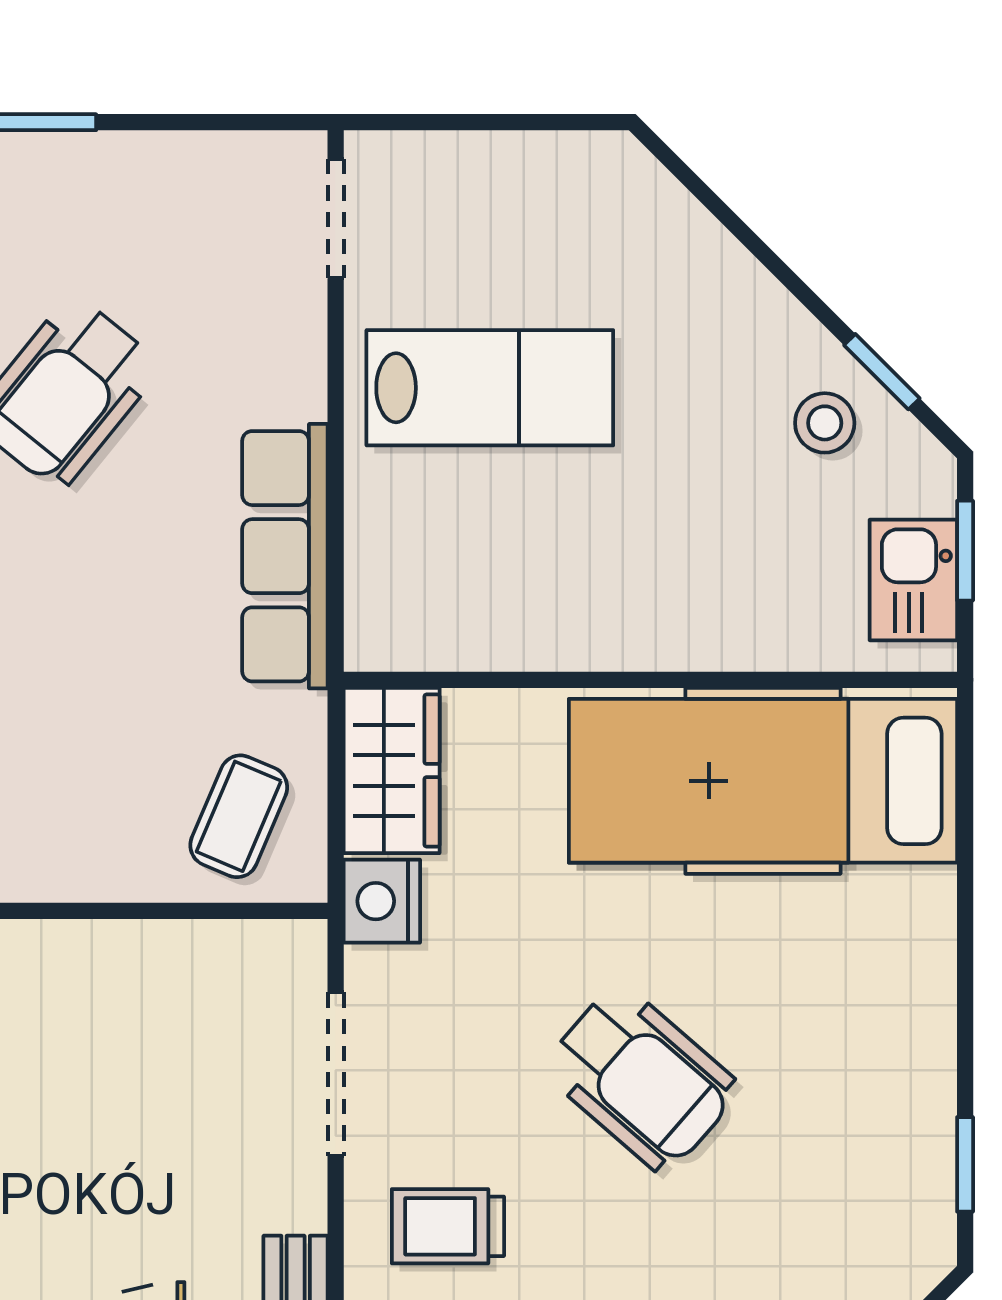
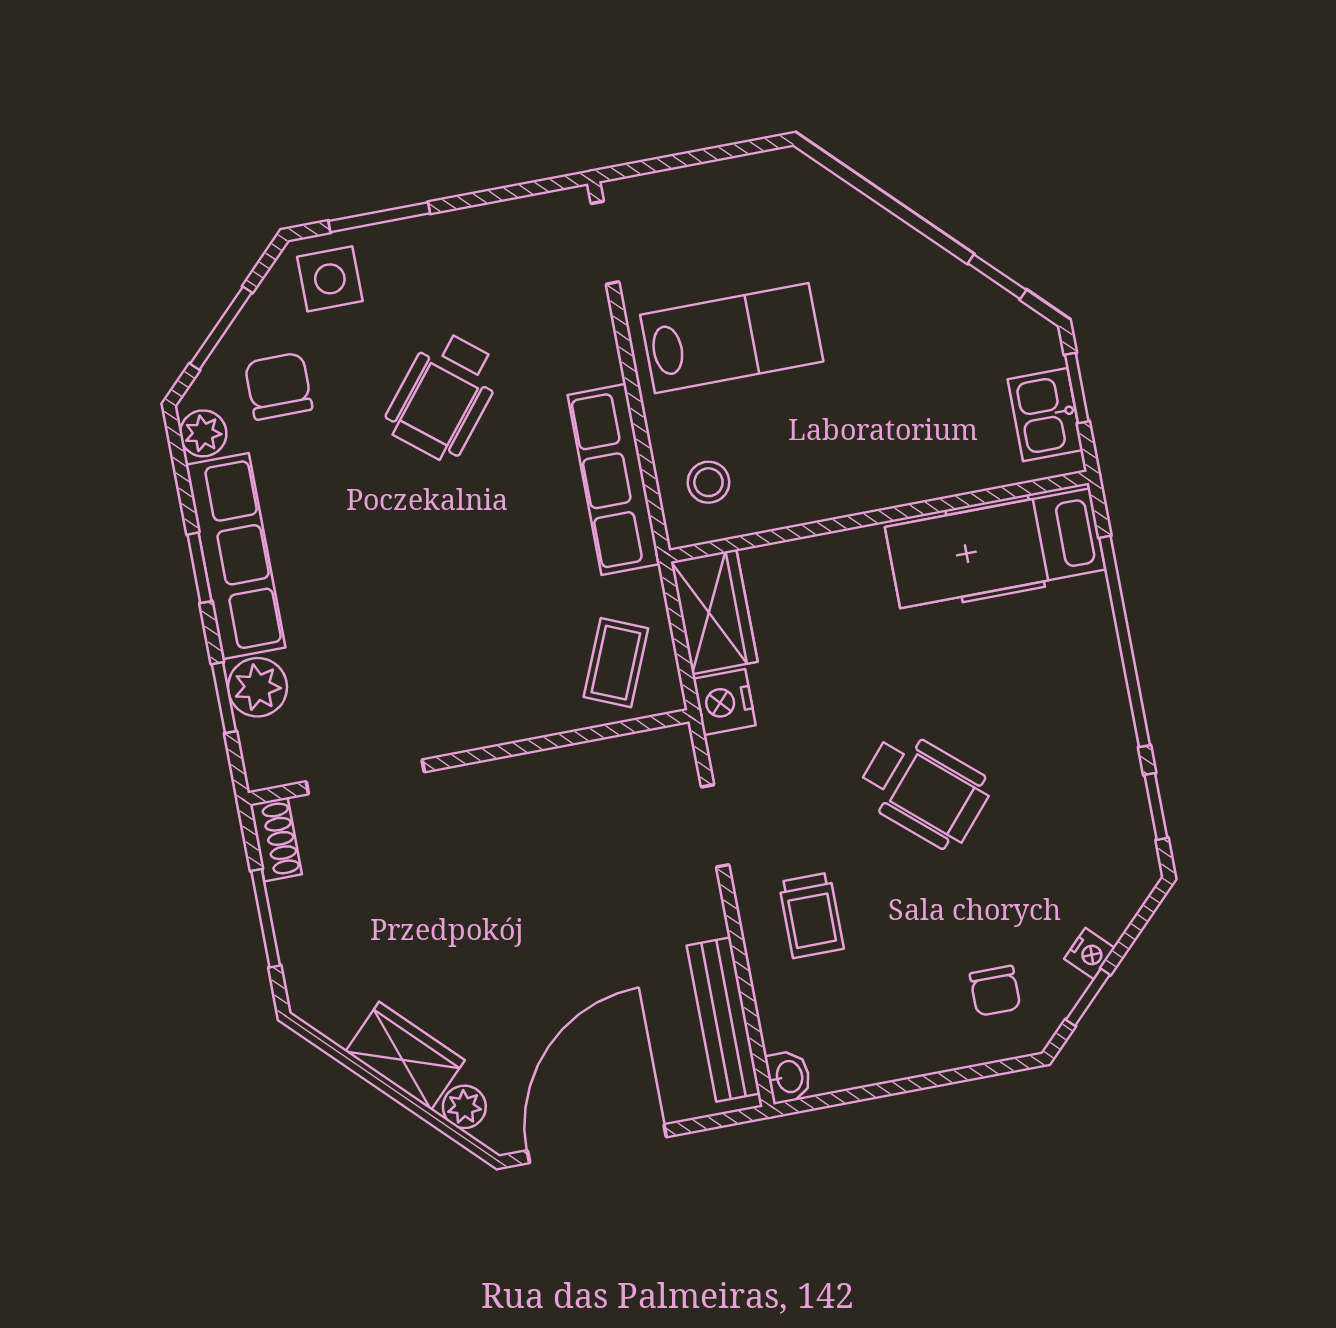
stool: (825, 423) -> (708, 482), moved
hospital bed: (763, 781) -> (995, 548), width x0.73, depth x0.78
window: (965, 922) -> (1125, 641), added
doorway: (336, 1074) -> (715, 826), width x0.73
trolley: (448, 1226) -> (811, 915), turned -90

